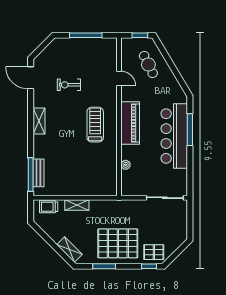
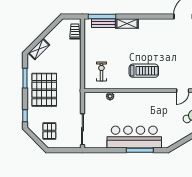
exercise bike: (69, 85) -> (101, 71), moved
shelving: (39, 121) -> (127, 24), moved
piano: (130, 123) -> (145, 100), removed
shelving: (77, 205) -> (76, 55), removed
pallet: (154, 252) -> (49, 131), moved

